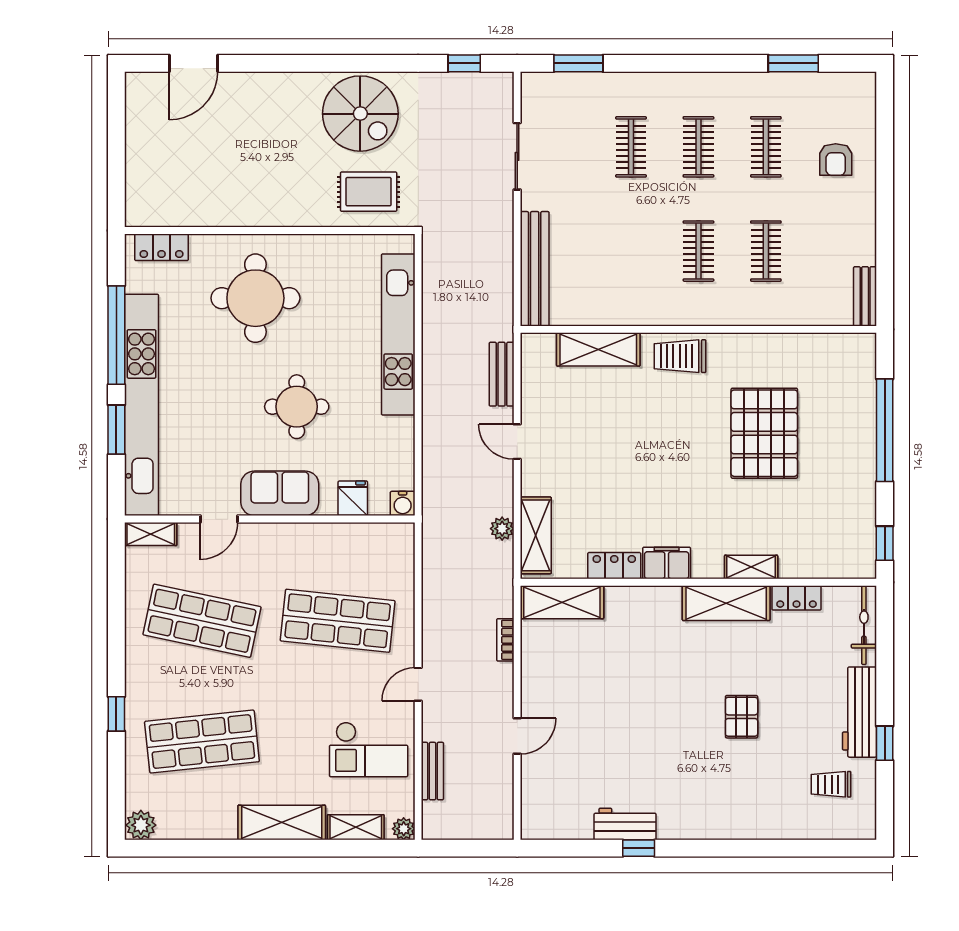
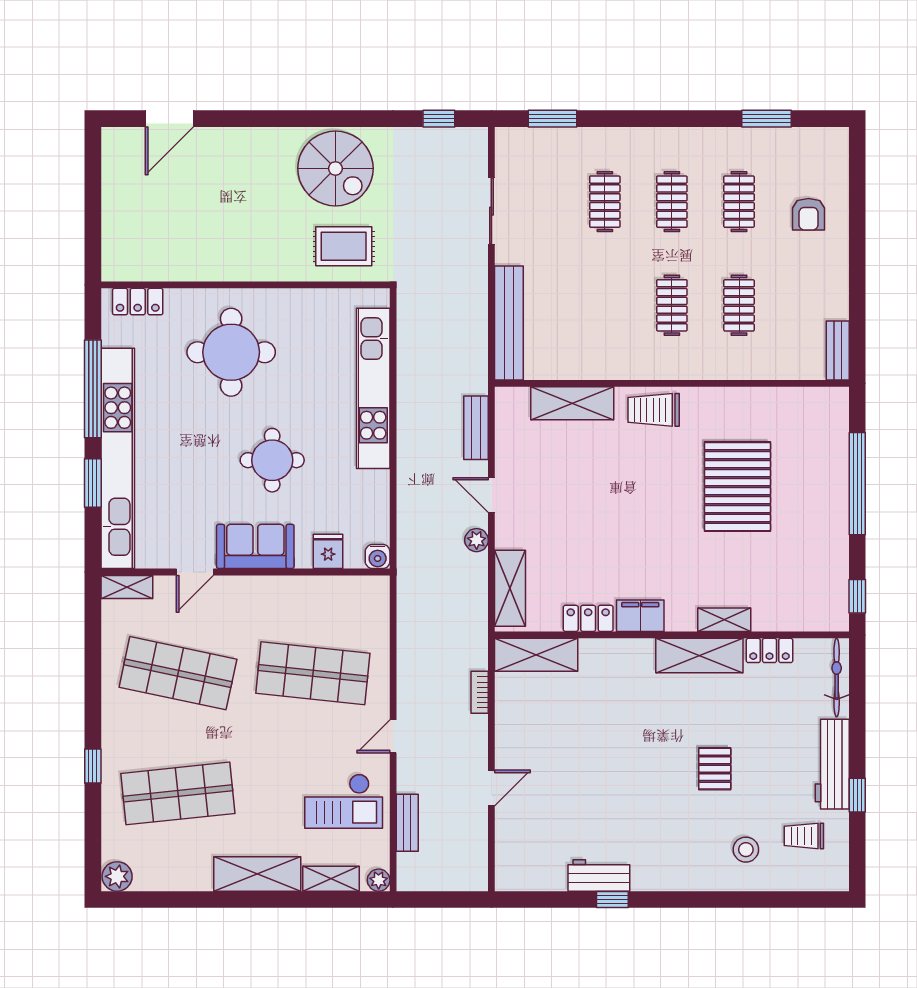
plant: (502, 529) -> (477, 540), moved
stool: (773, 798) -> (746, 850), added

